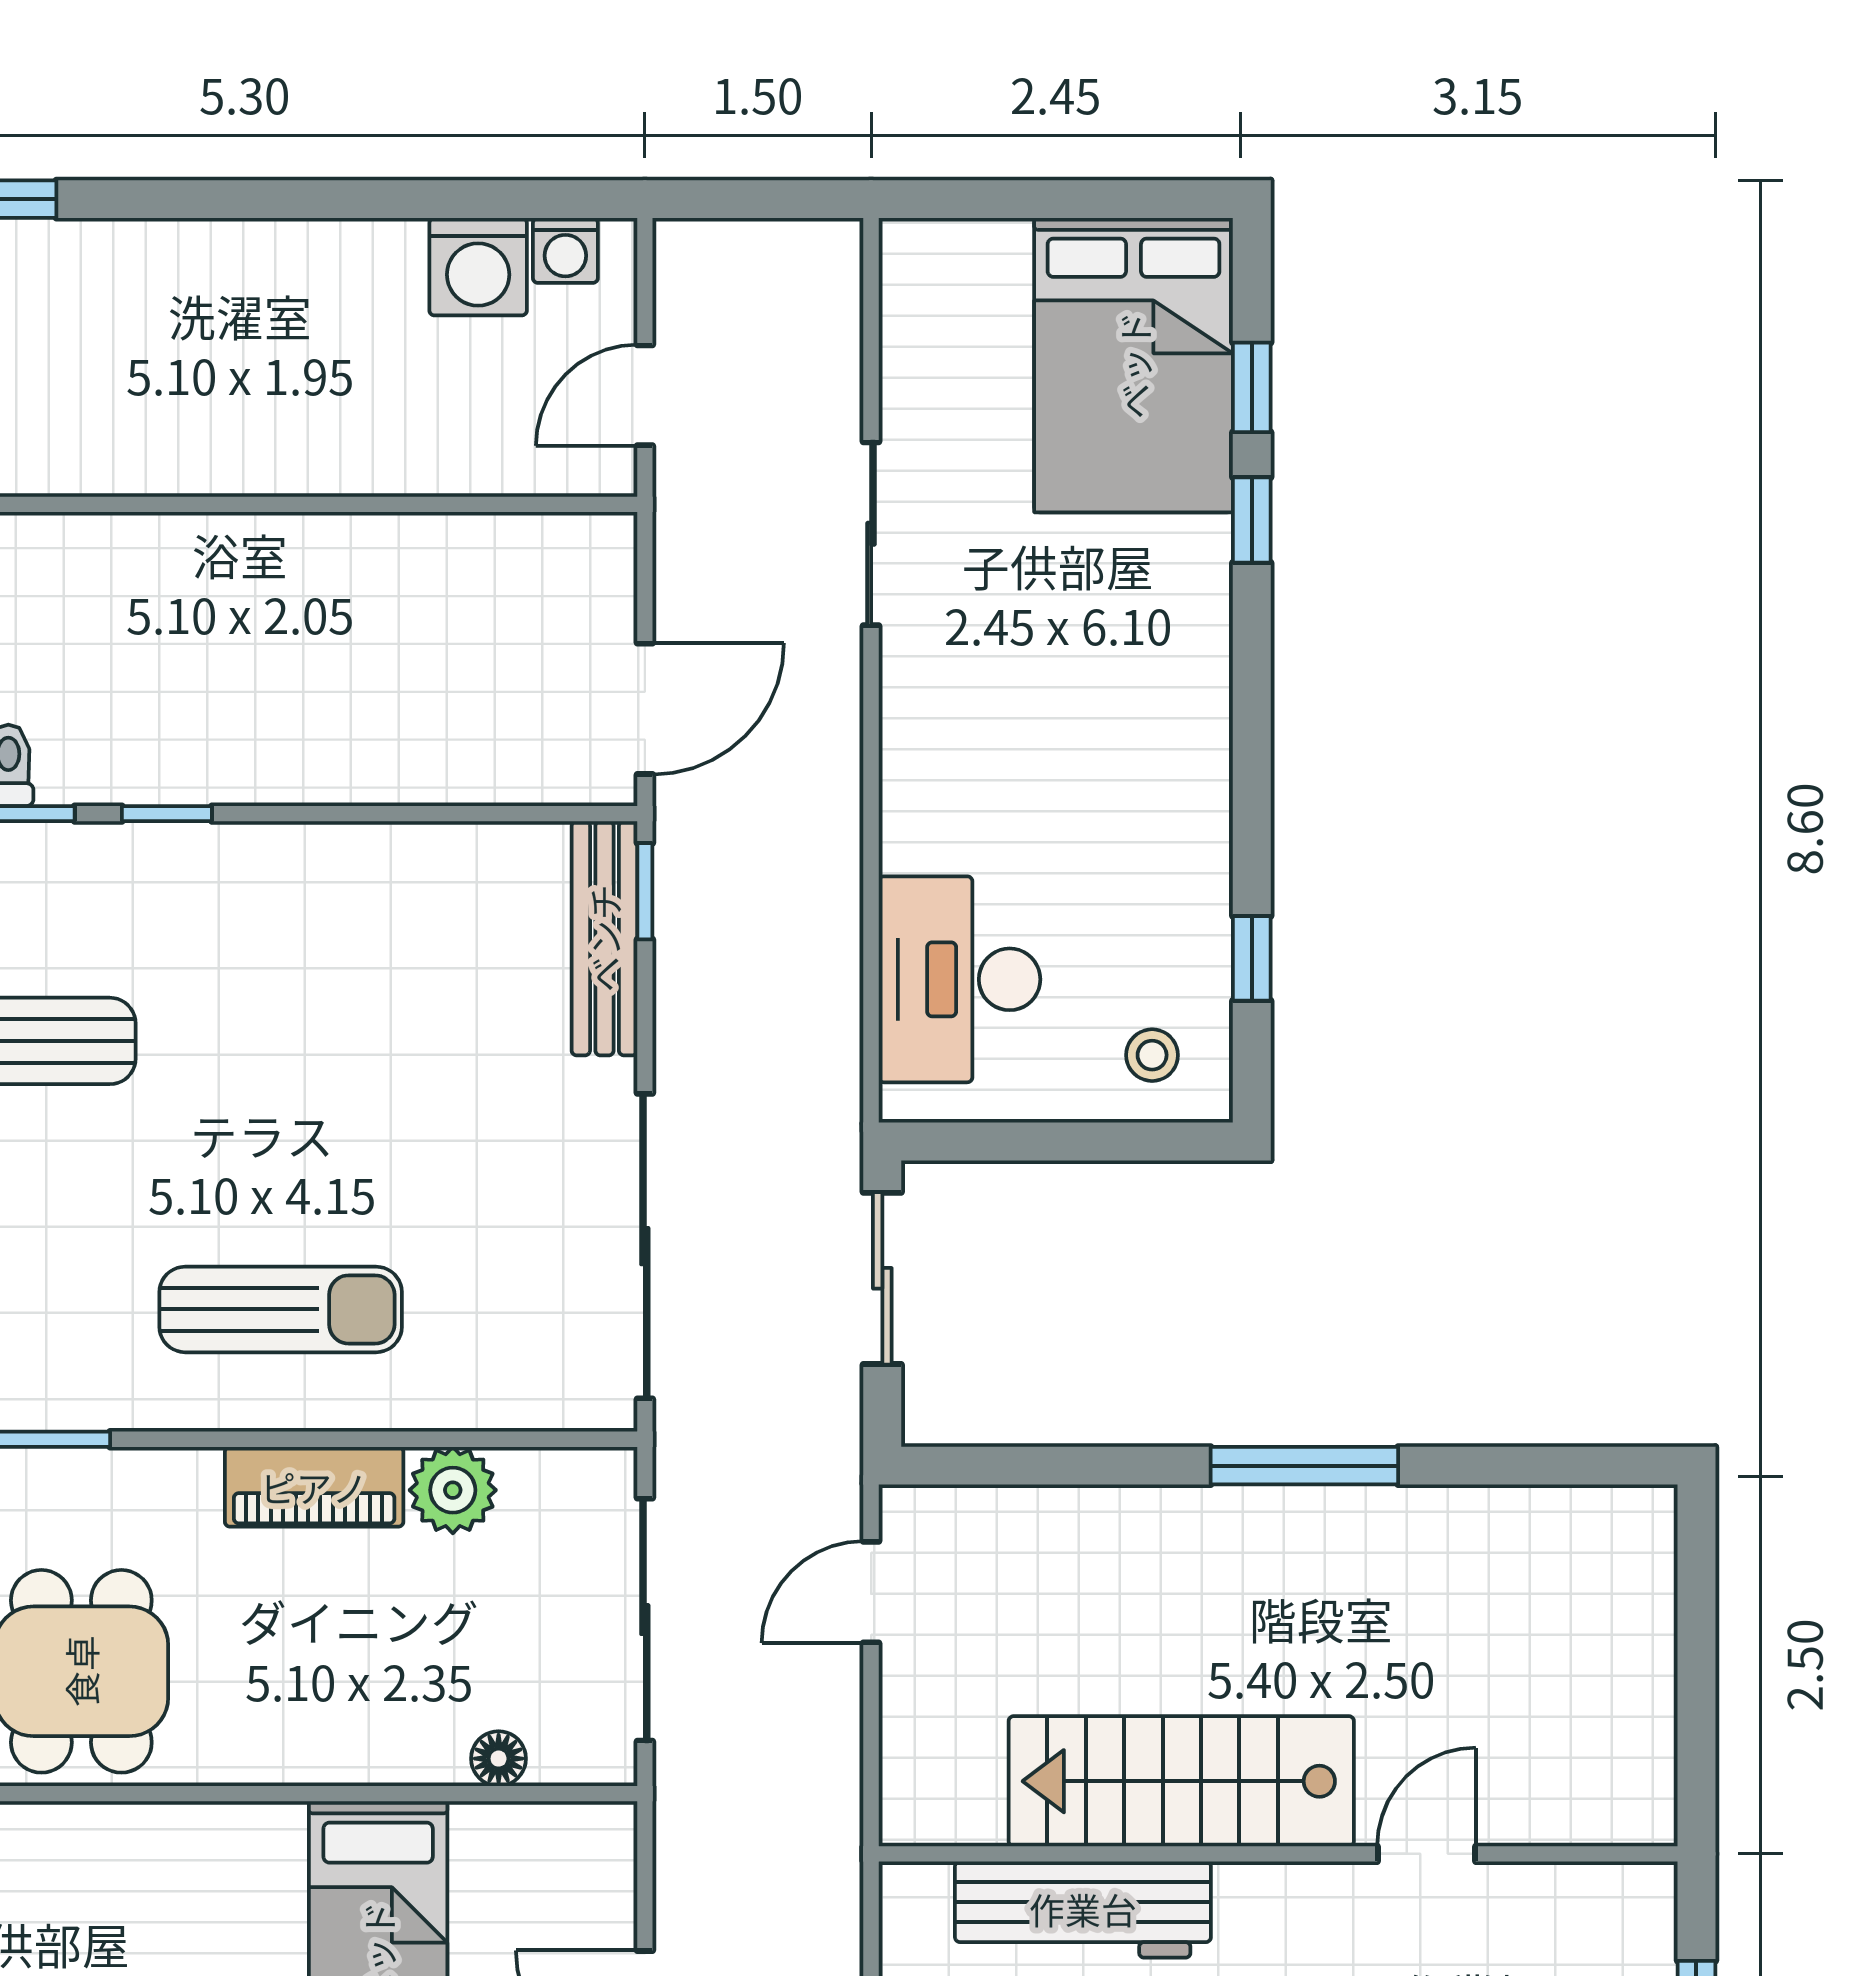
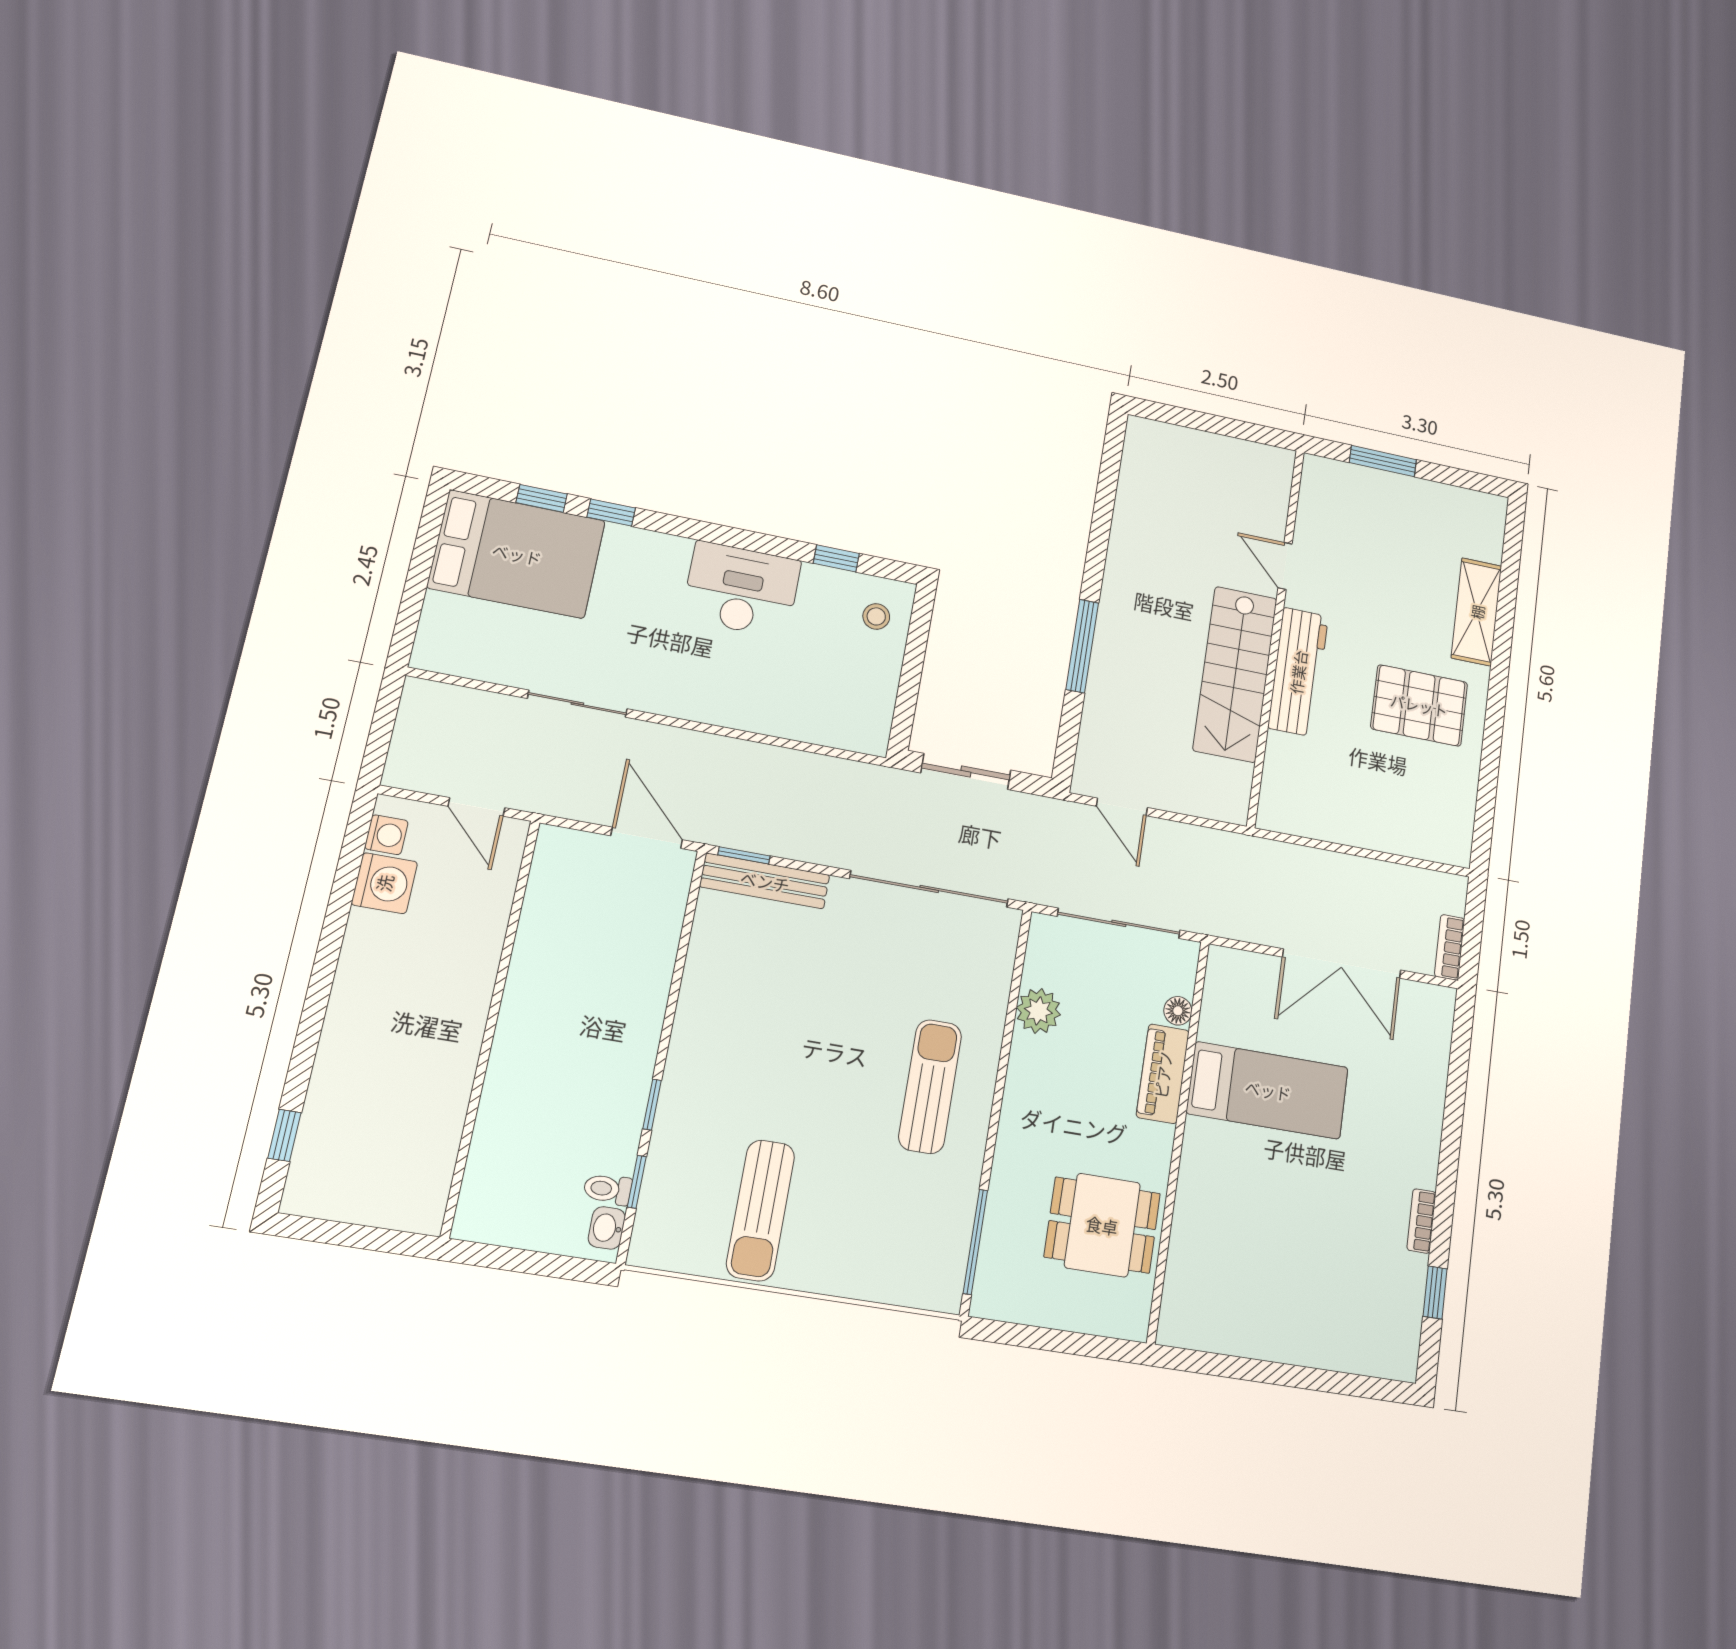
desk: (959, 979) -> (741, 590), moved, turned 180
window: (1304, 1466) -> (1082, 646), moved
piano: (314, 1487) -> (1163, 1074), moved, turned 180
workbench: (1083, 1909) -> (1298, 672), moved

